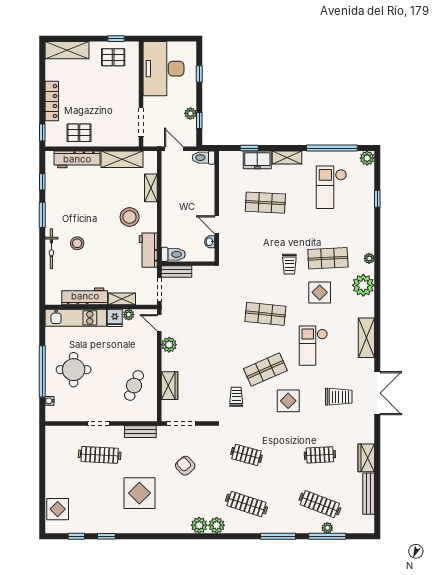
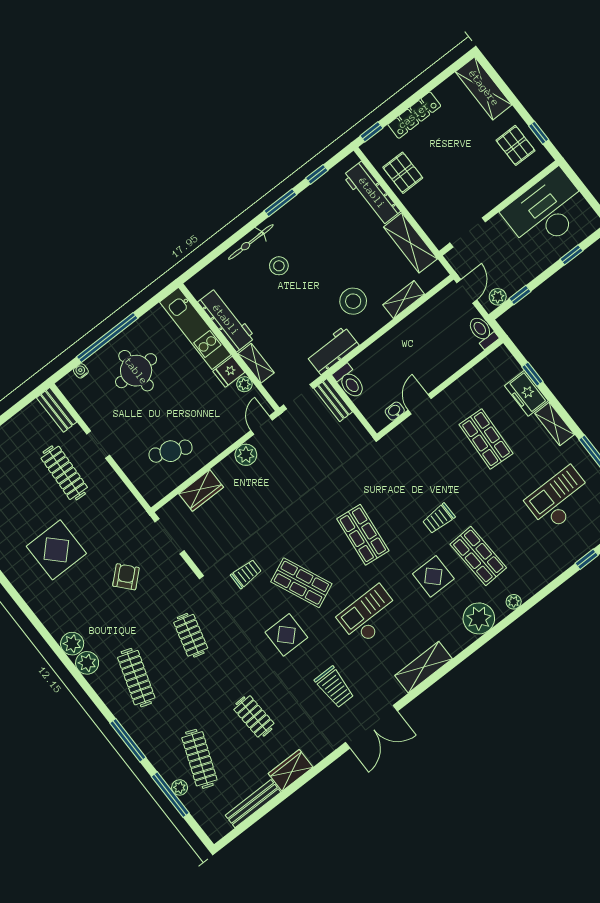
plant: (190, 113) -> (498, 297), moved
bench: (140, 432) -> (57, 410), moved

